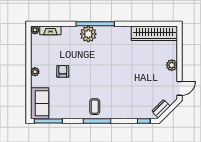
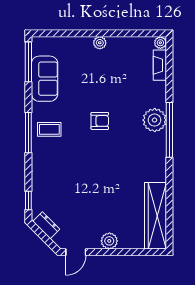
armchair: (63, 71) -> (100, 121), moved
door: (180, 88) -> (76, 252), hinge flipped
sofa: (40, 103) -> (45, 79), moved, turned -90

